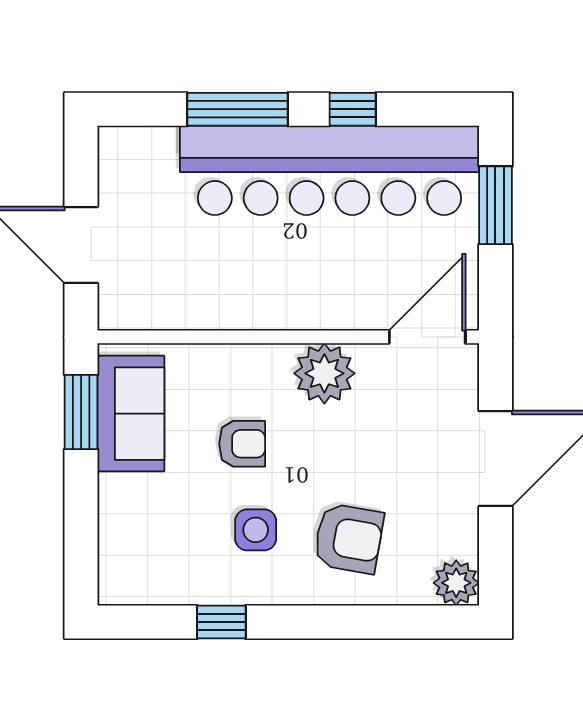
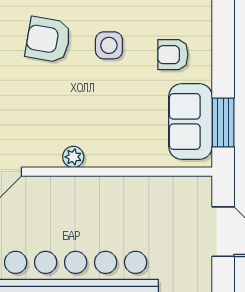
plant: (324, 373) -> (73, 157), width x0.53, depth x0.53
armchair: (242, 444) -> (173, 55), moved

